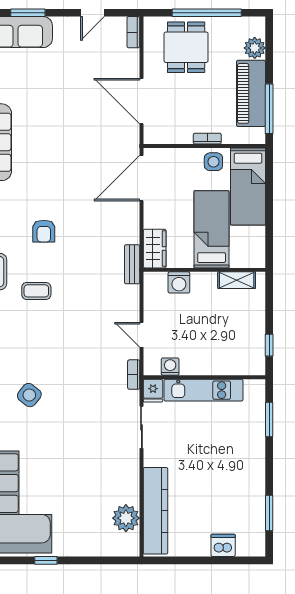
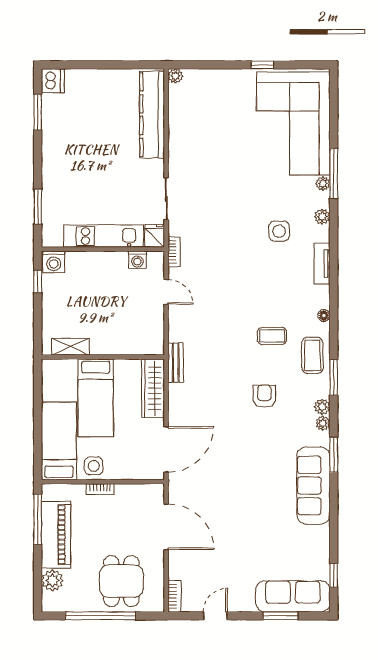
wardrobe: (155, 249) -> (153, 388), width x1.50
washing machine: (179, 282) -> (54, 262), moved, turned 180
side table: (29, 395) -> (279, 231), turned -38
plant: (126, 518) -> (175, 76), moved, width x0.53, depth x0.53
dishwasher: (223, 545) -> (53, 81), moved, turned -90

